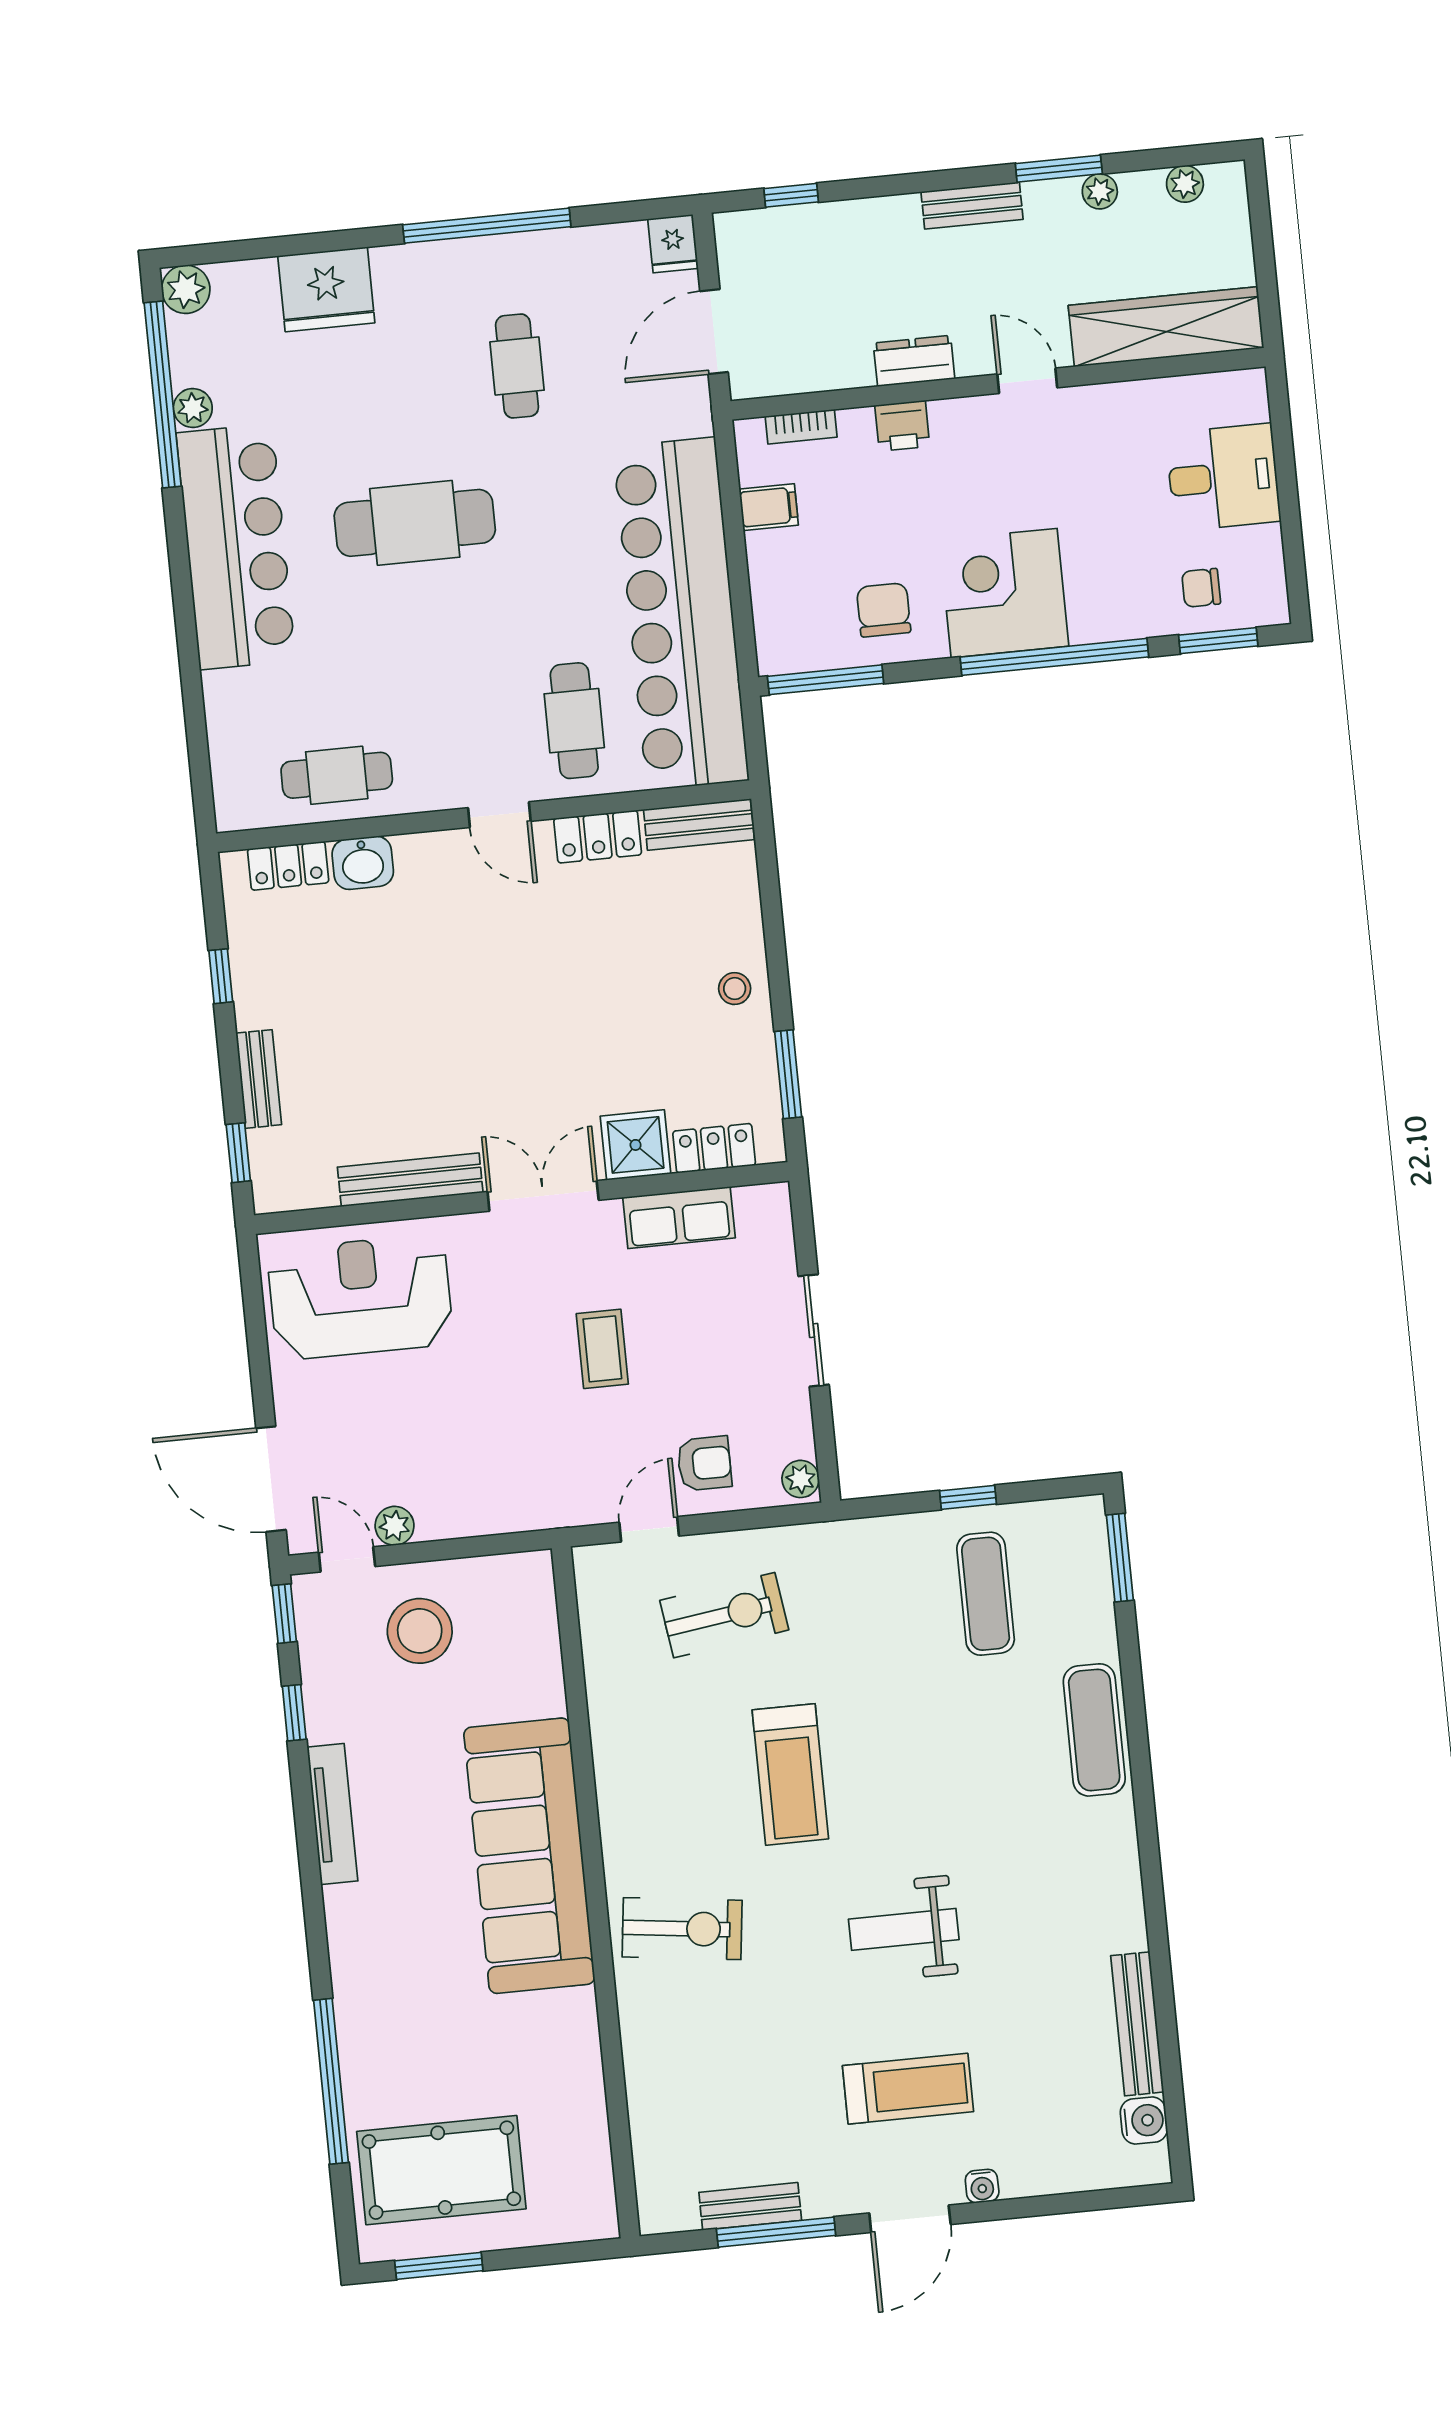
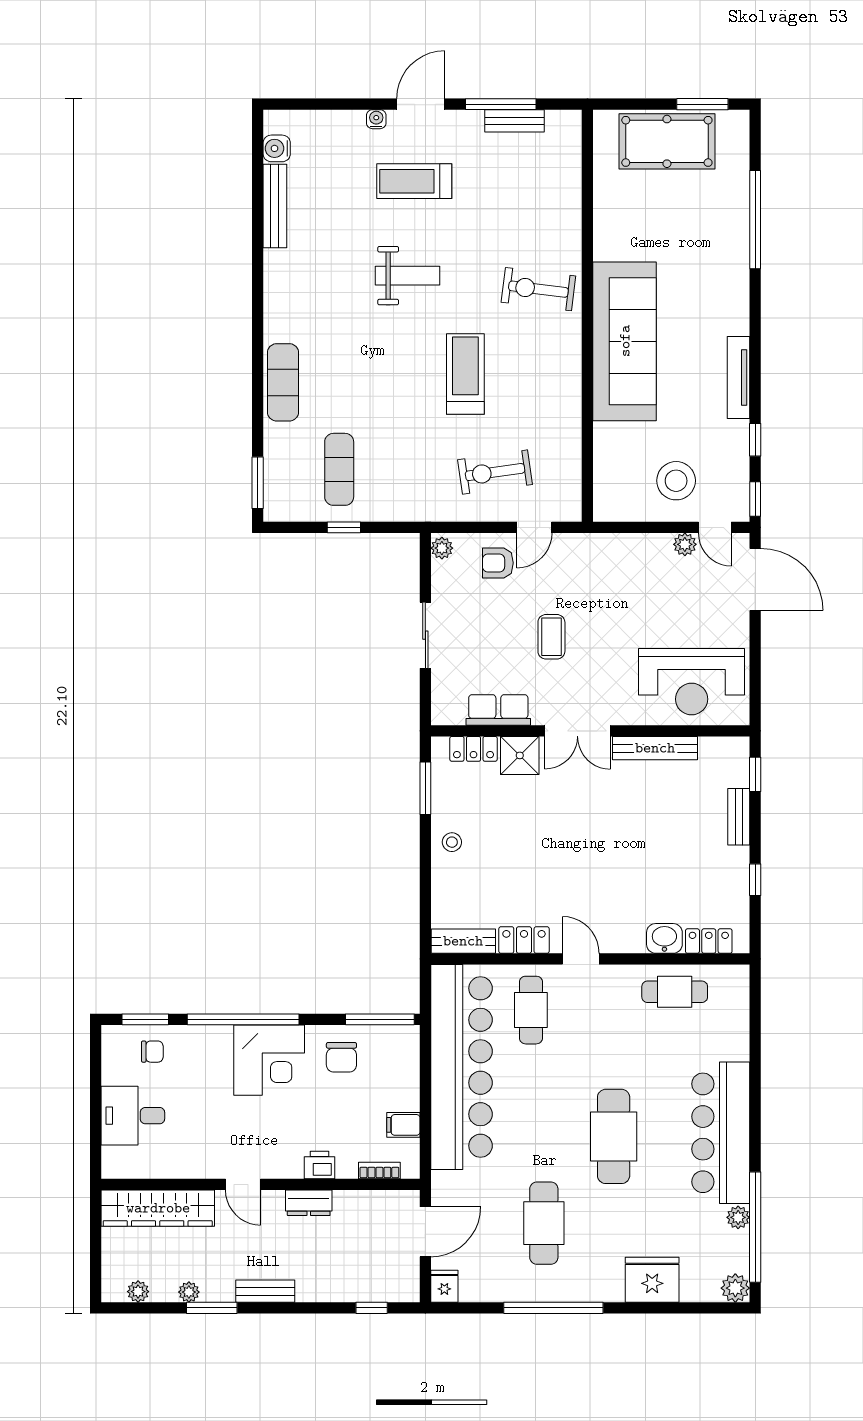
cafe table: (517, 366) -> (544, 1223), width x1.37, depth x1.35
cafe table: (415, 523) -> (614, 1136), turned 90
pool table: (441, 2170) -> (667, 141), moved

